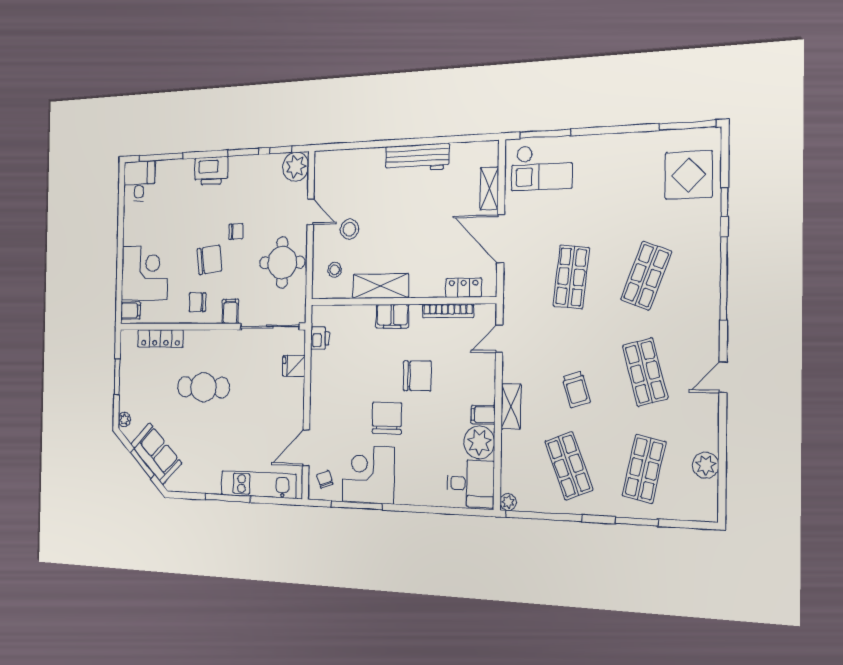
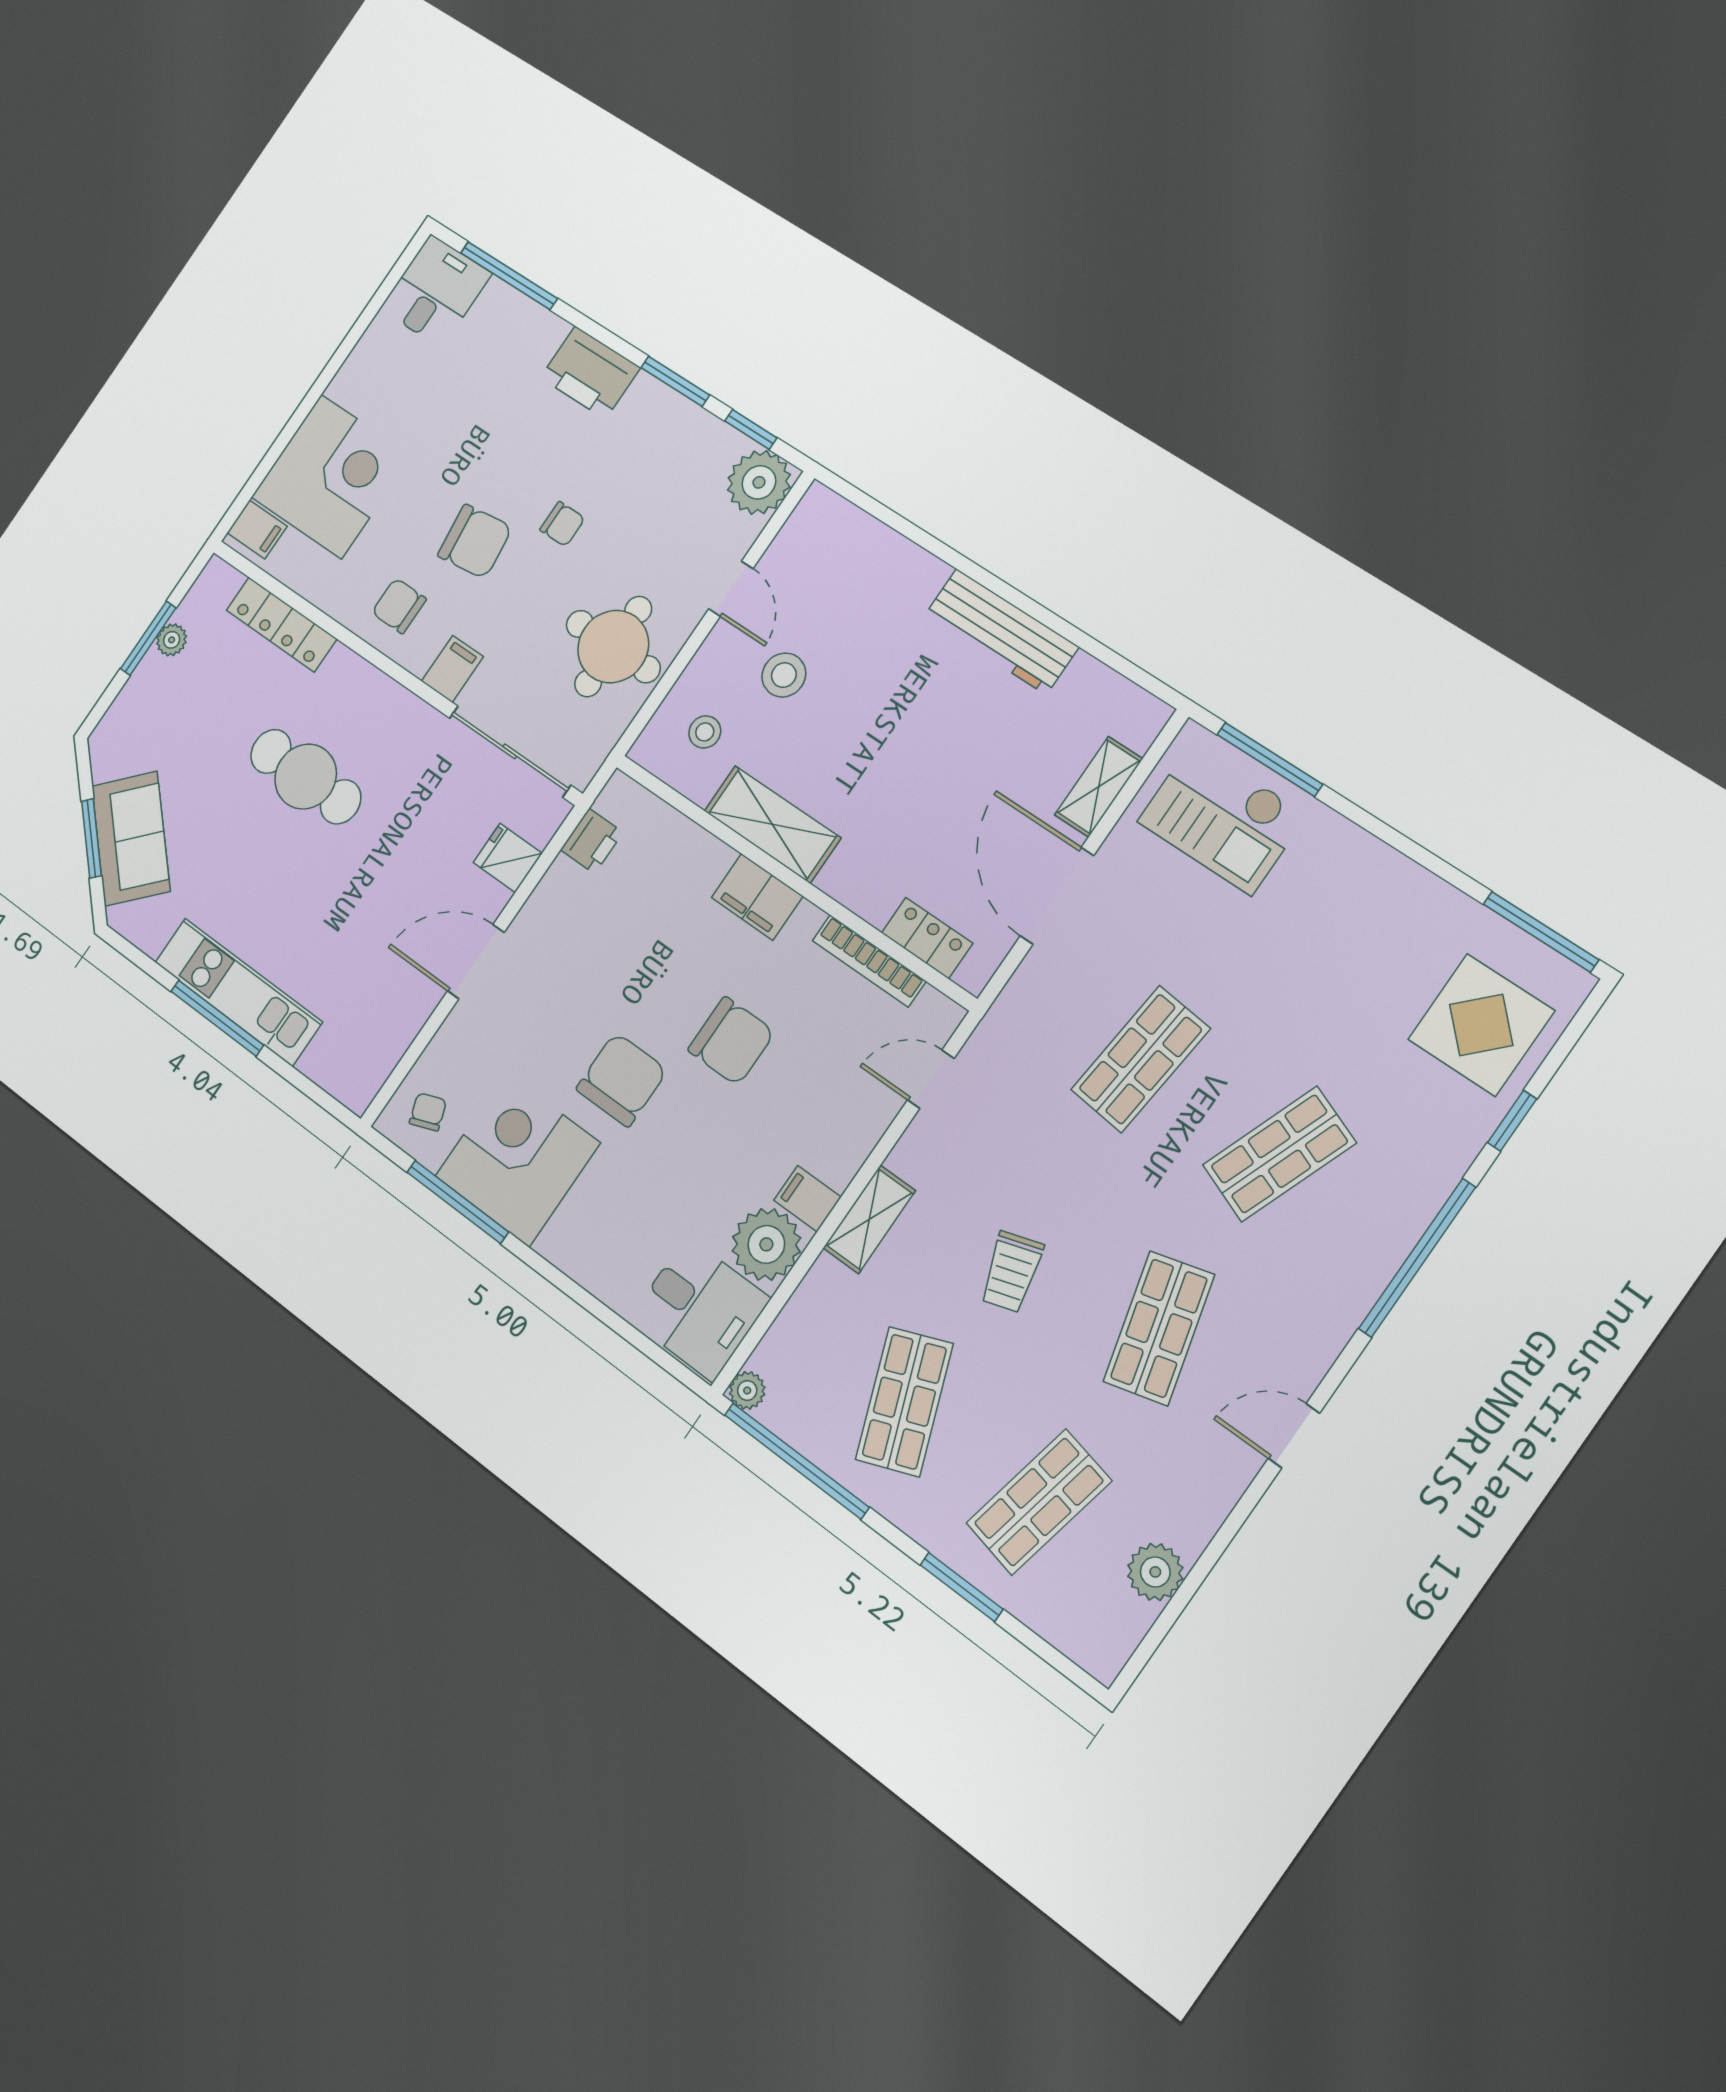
plant: (124, 420) -> (172, 640), moved
door: (306, 448) -> (476, 962), moved
kitchen unit: (259, 485) -> (238, 992), moved

